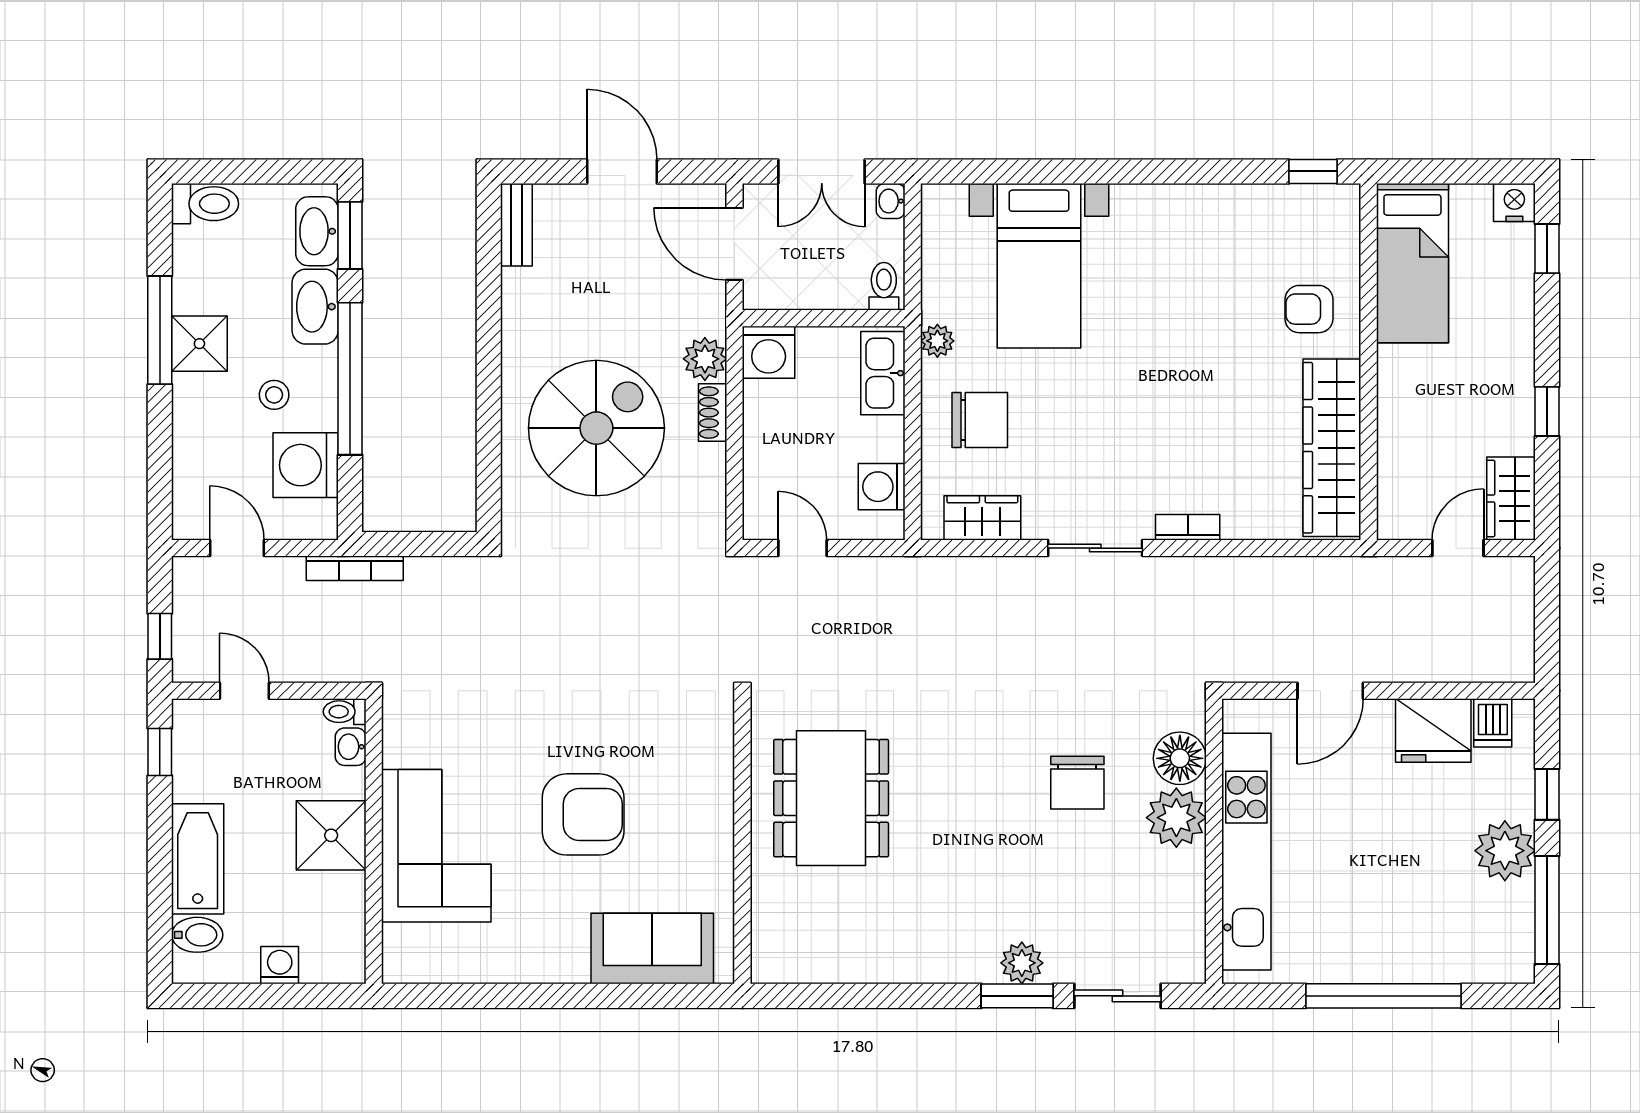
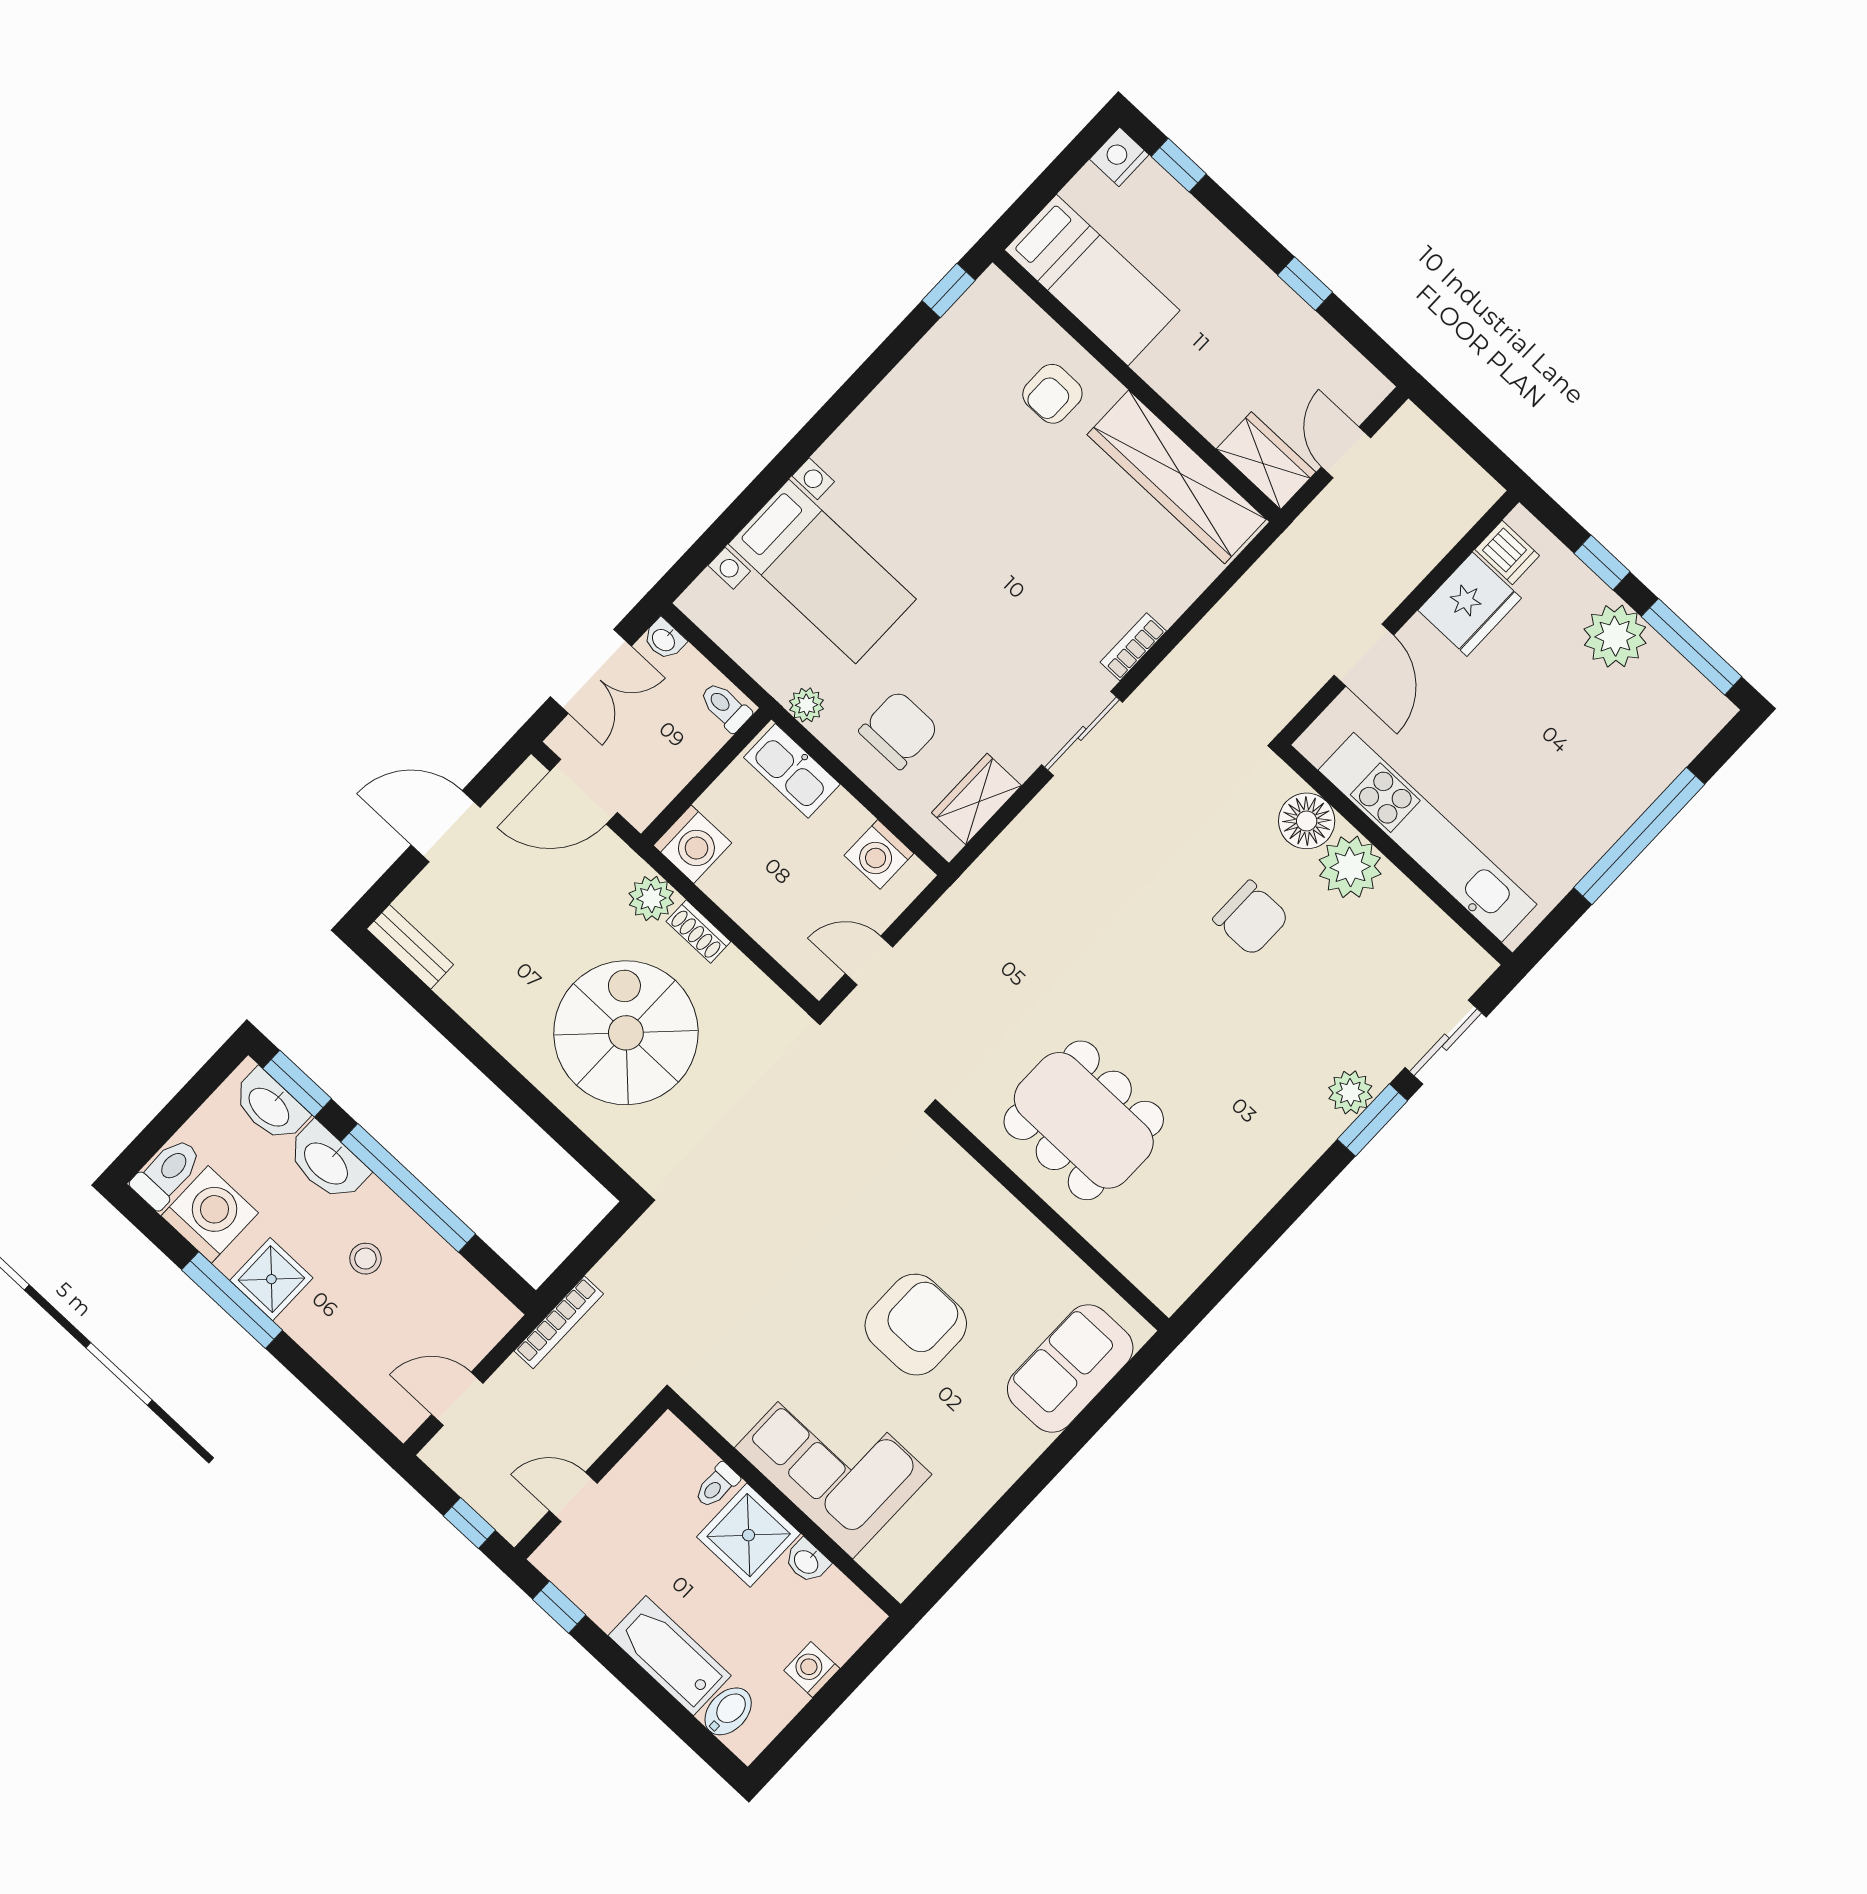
washing machine: (306, 465) -> (210, 1214), moved, turned 180
wardrobe: (1511, 498) -> (1266, 461), moved, turned 180
toilet: (345, 712) -> (717, 1486), moved
washbasin: (351, 747) -> (807, 1561), moved

